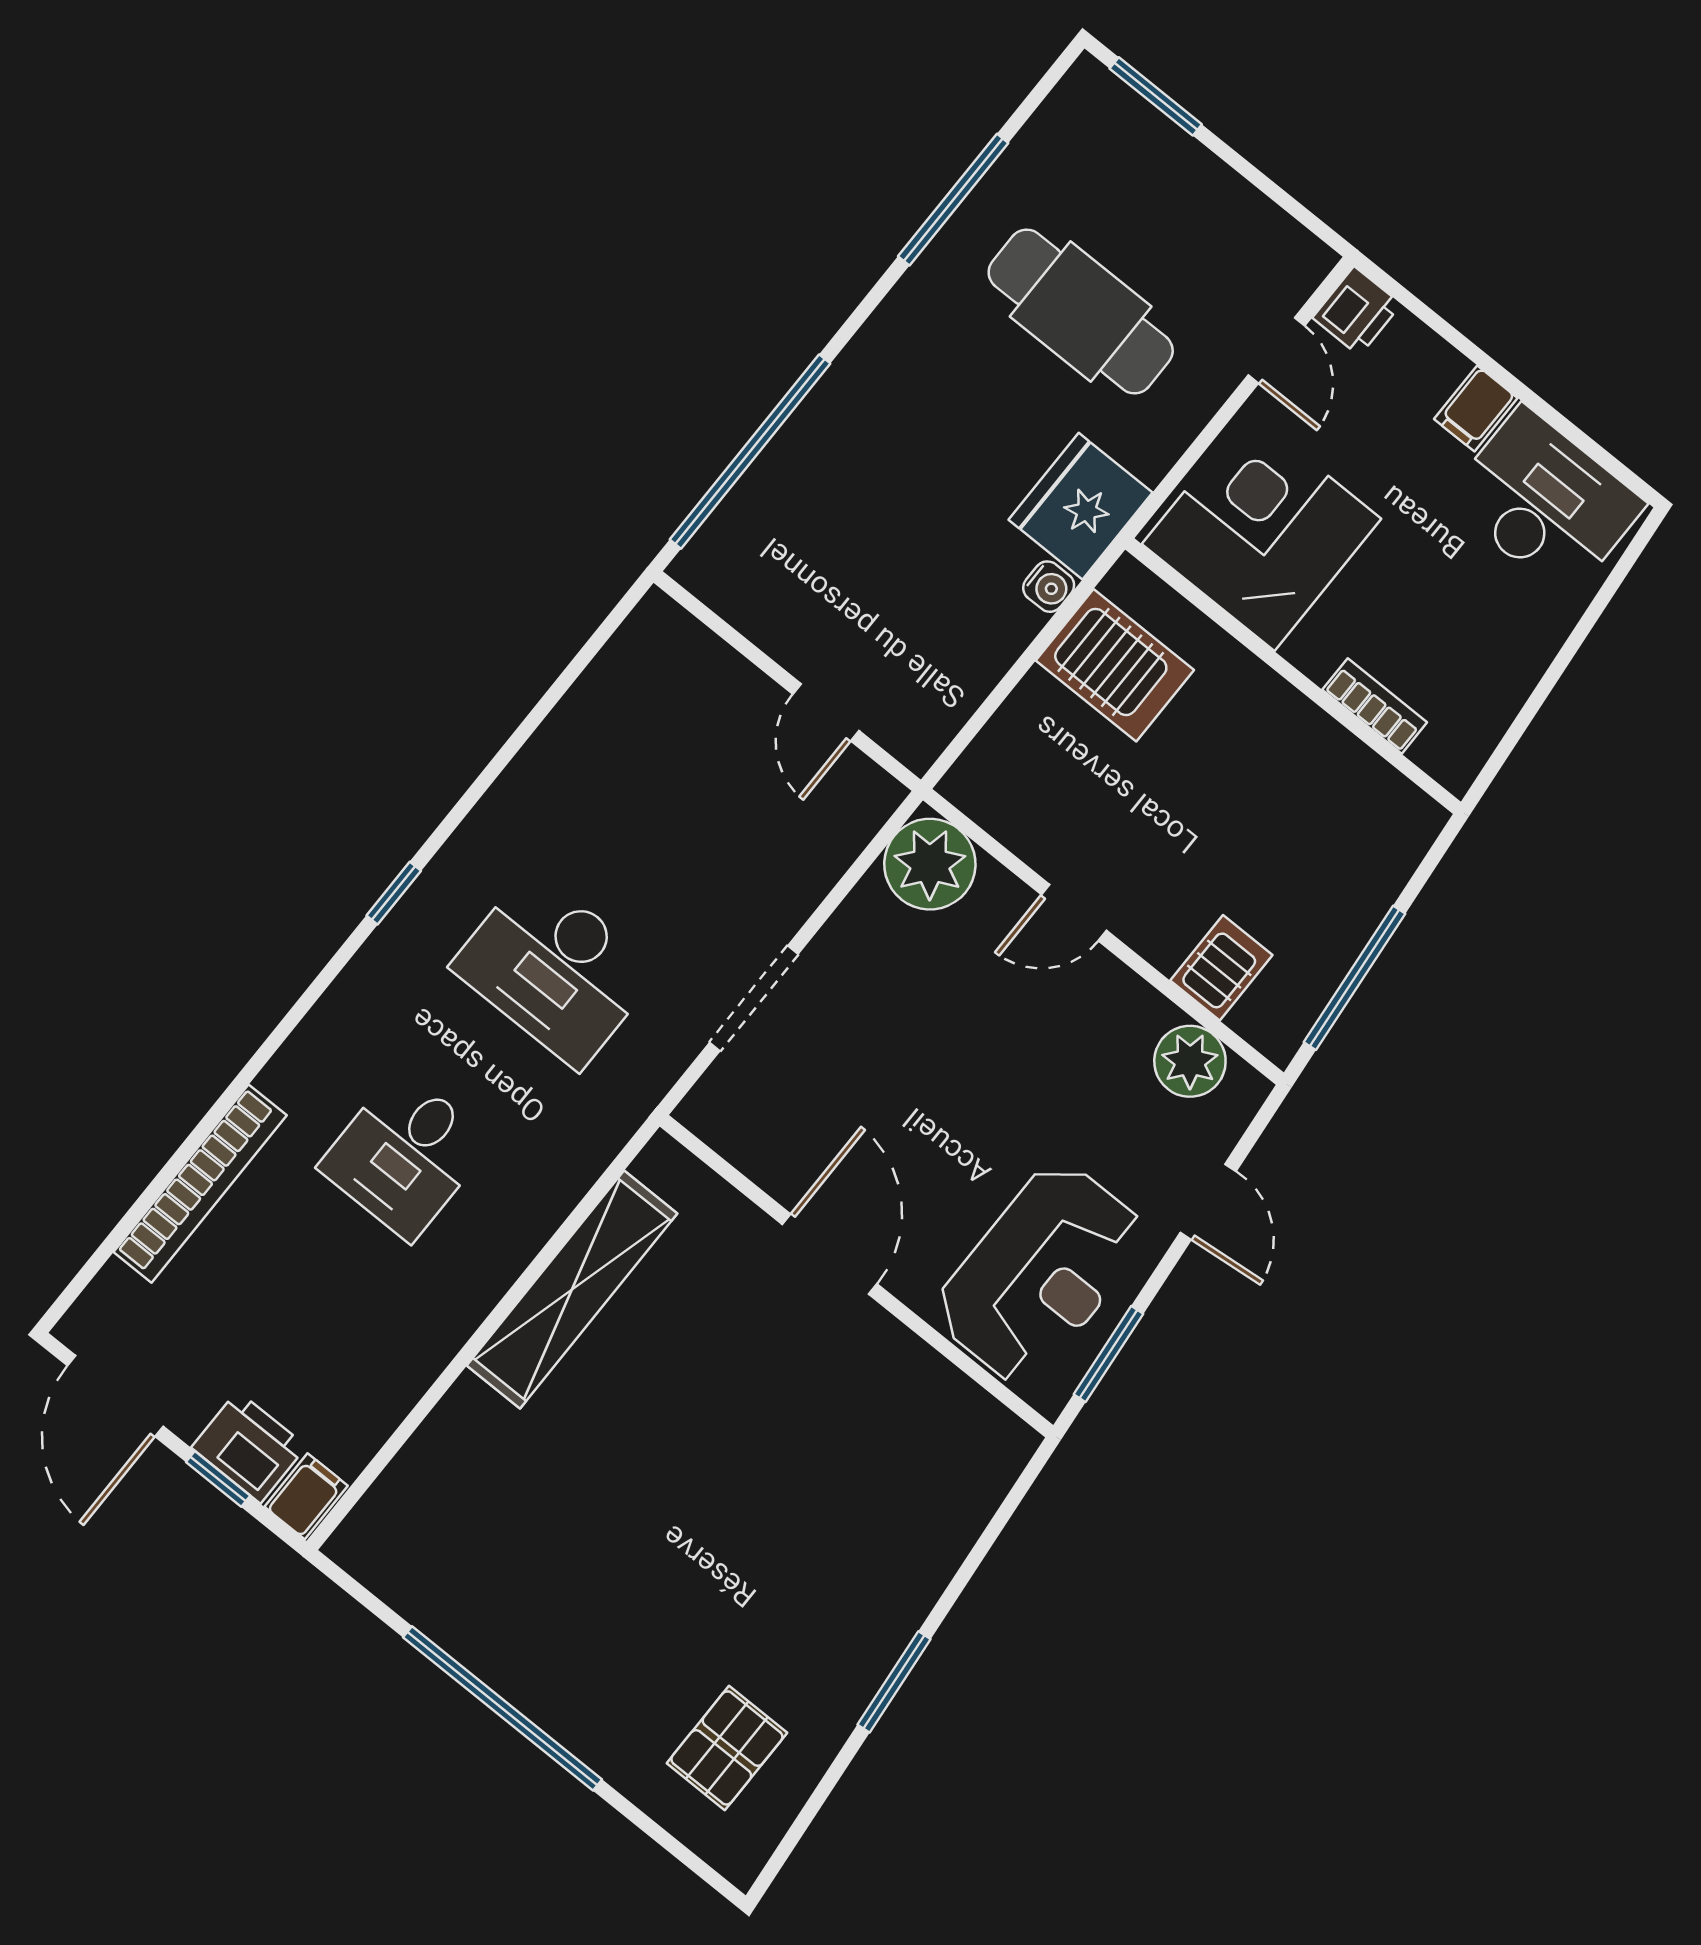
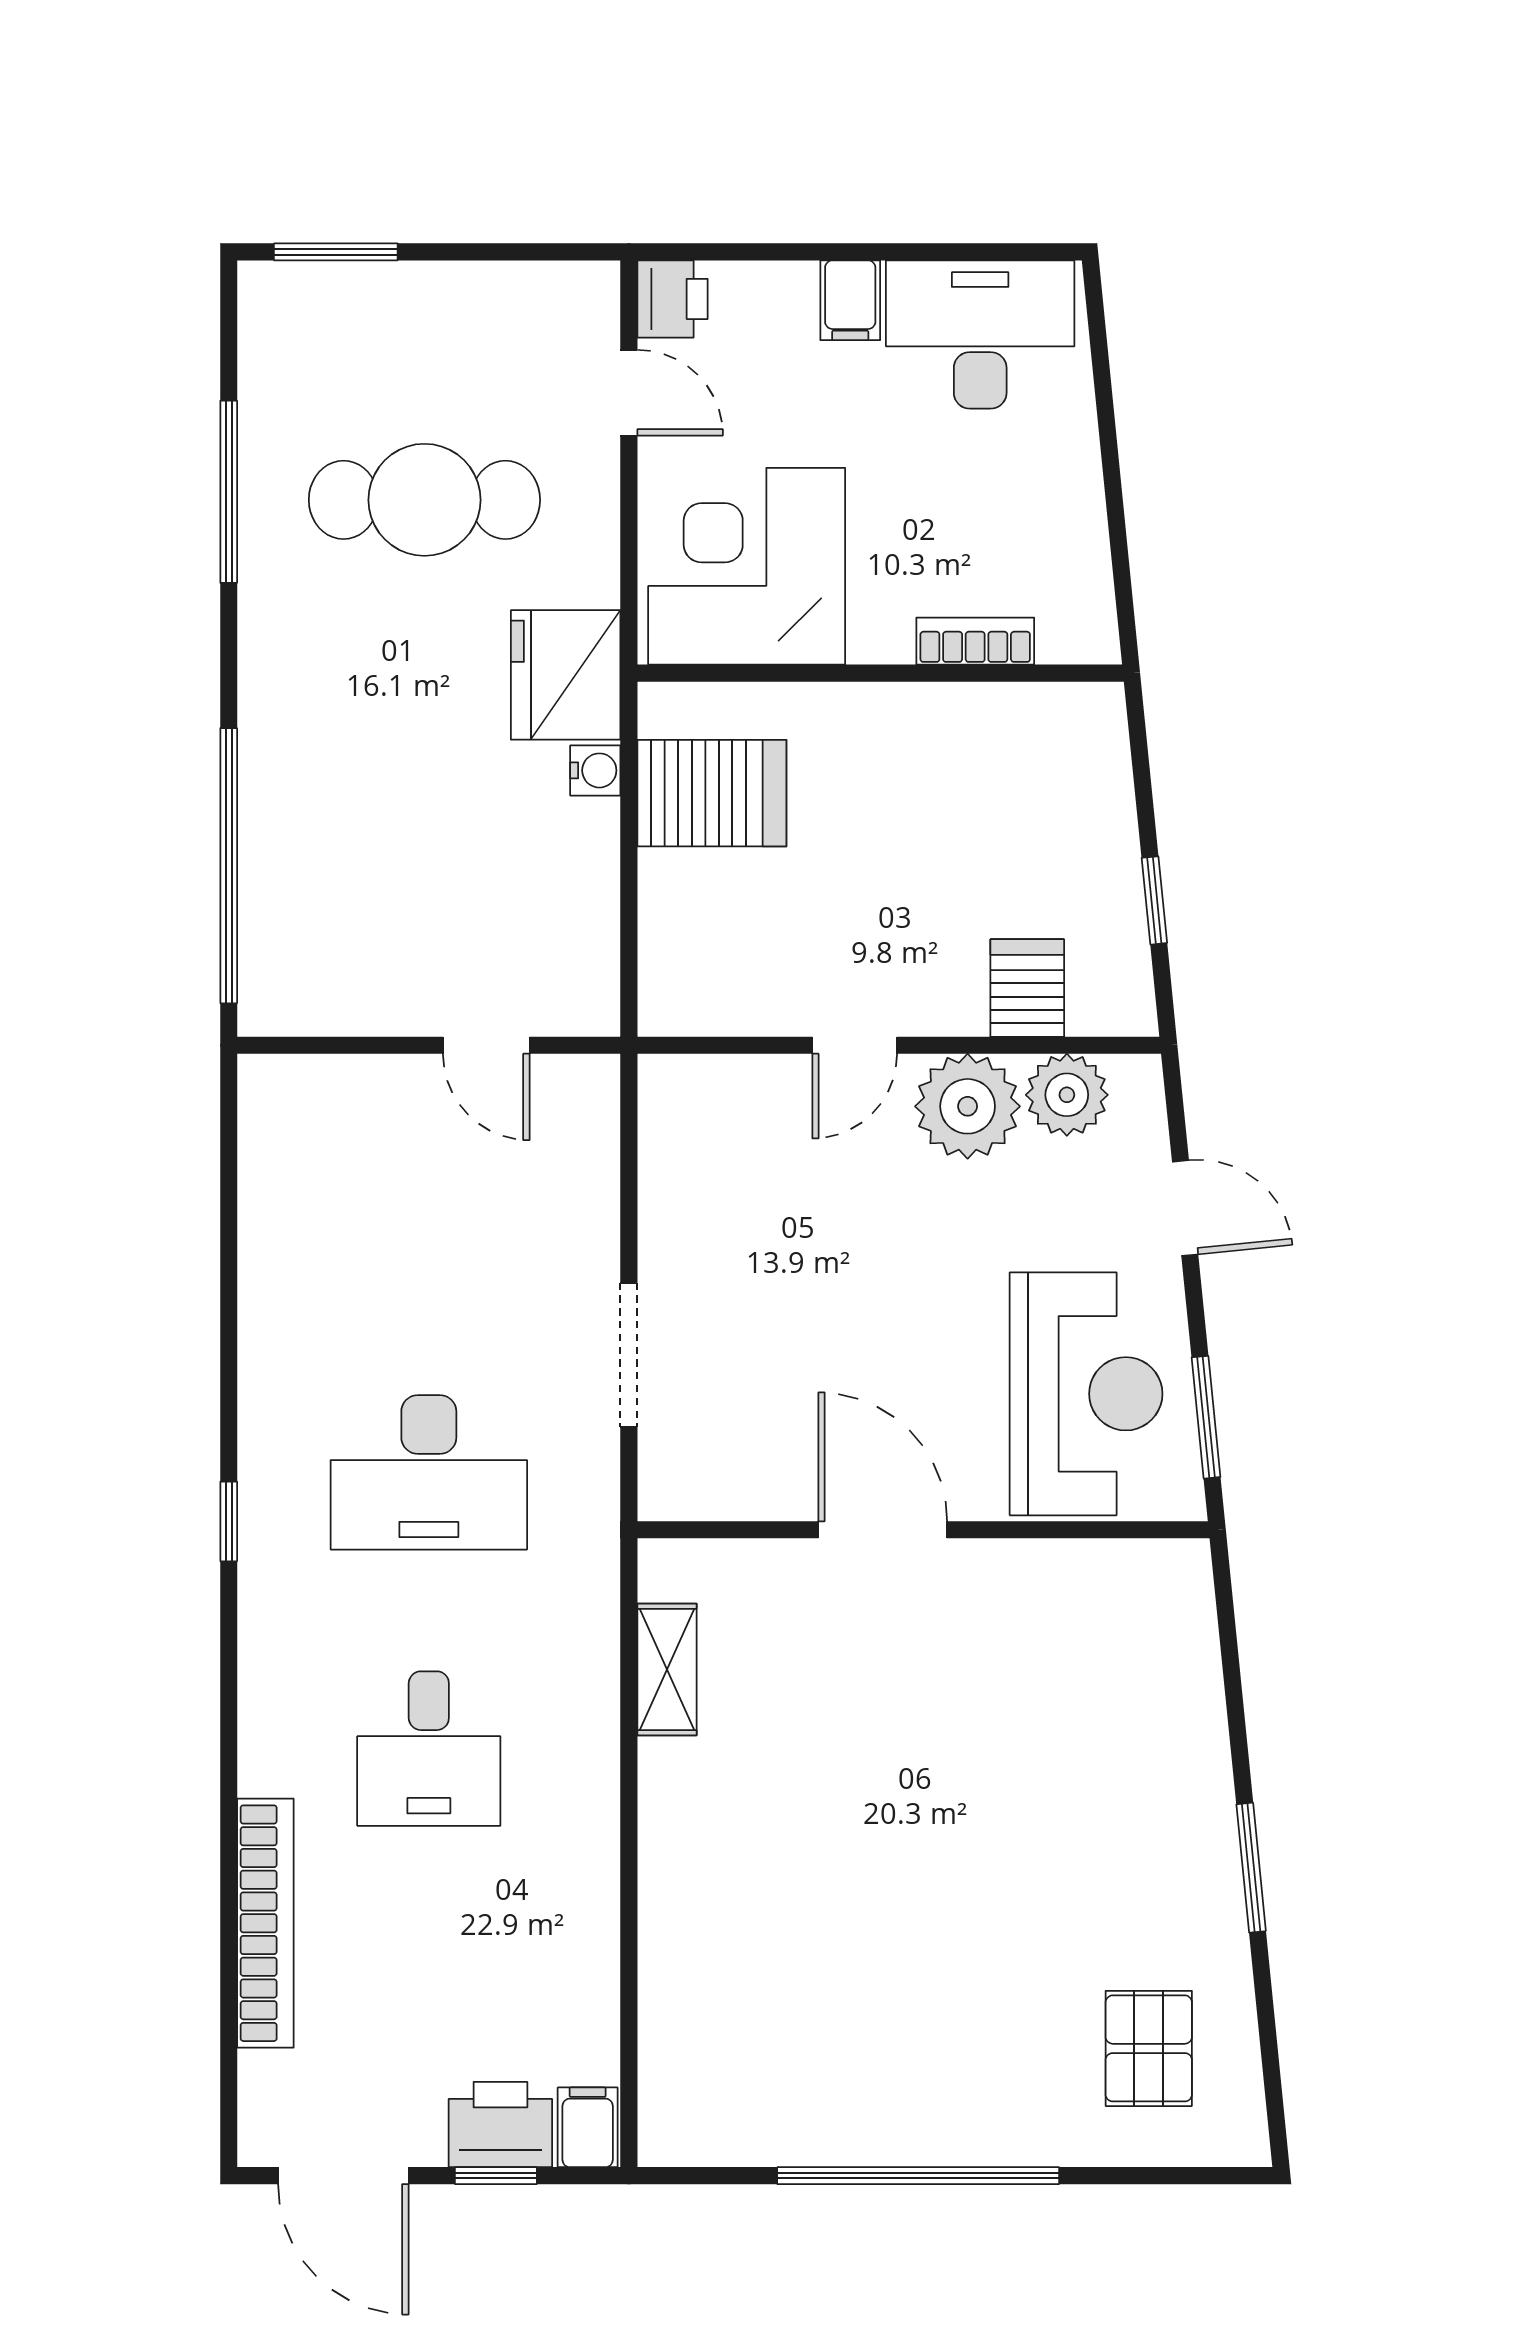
plant: (930, 864) -> (968, 1106), moved
window: (1354, 978) -> (1154, 900), width x0.46
shelving: (572, 1290) -> (667, 1669), width x0.45, depth x0.75

